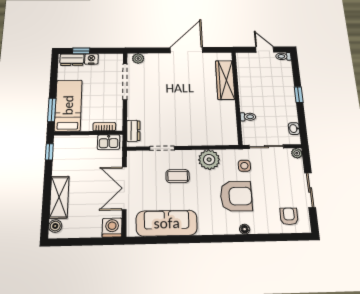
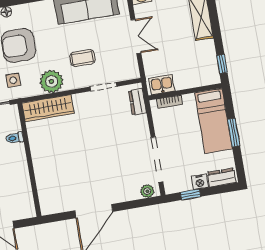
window: (81, 51) -> (191, 194), moved
wardrobe: (225, 80) -> (48, 108), moved, turned 90
window: (52, 110) -> (234, 133), moved
double door: (124, 188) -> (136, 37), width x0.73

